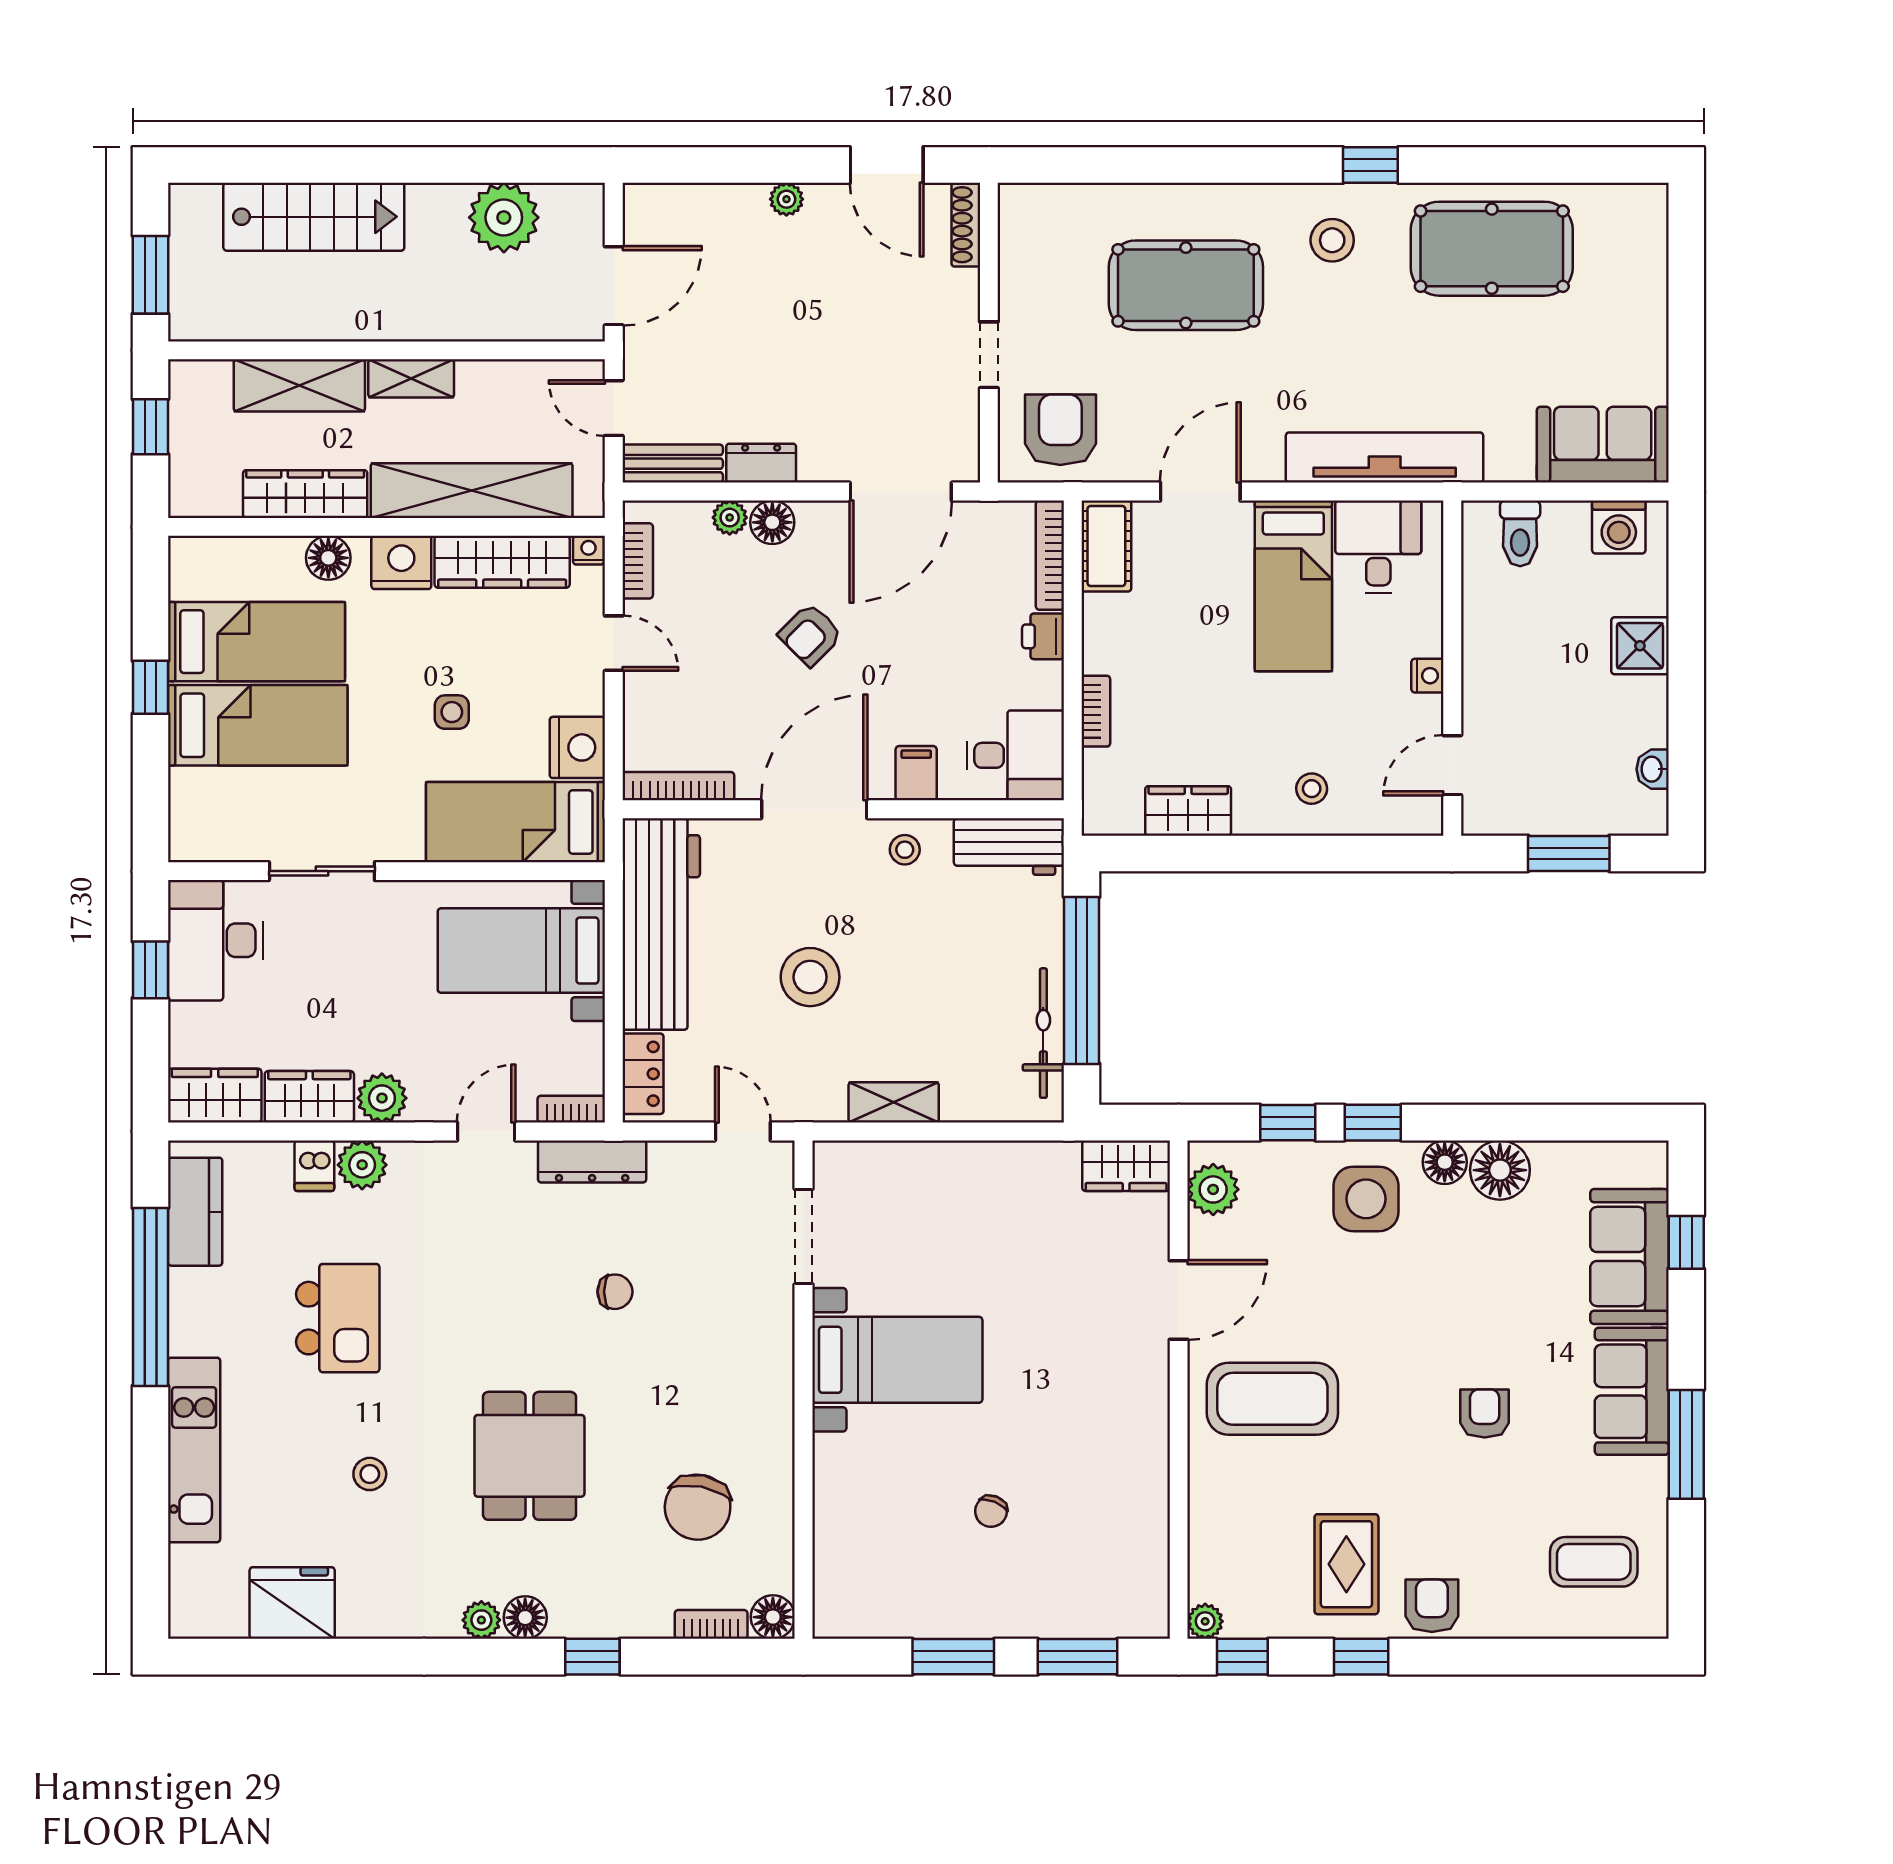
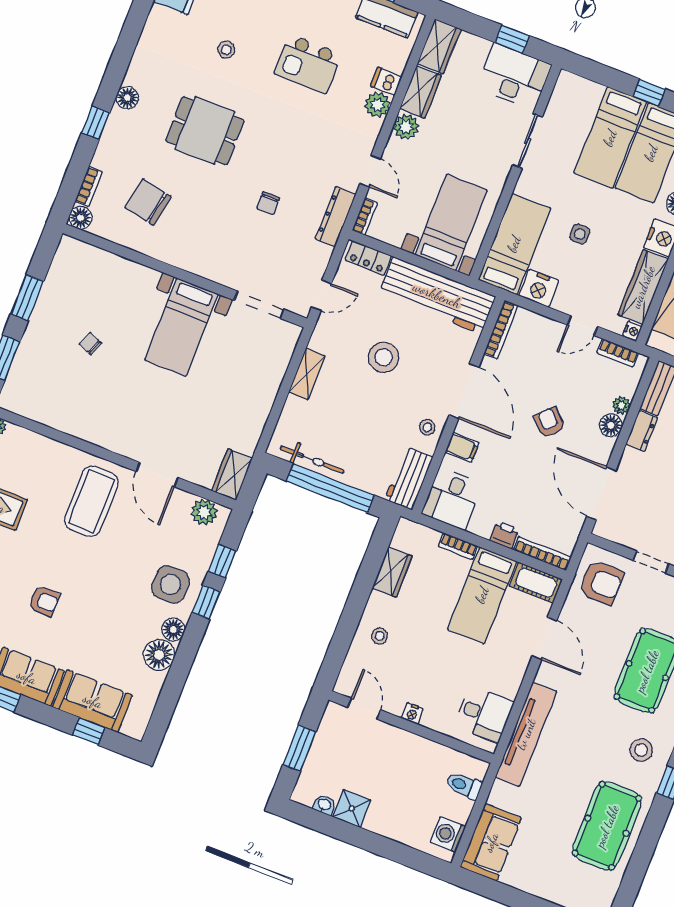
bed: (1293, 586) -> (482, 595), moved, turned -90
shower: (1640, 646) -> (352, 809), moved
plant: (481, 1620) -> (134, 76), removed

